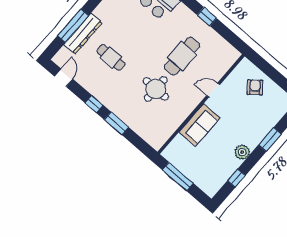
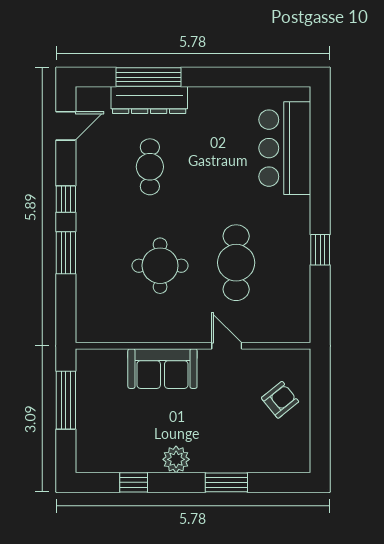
cafe table: (182, 56) -> (236, 263), turned 90

